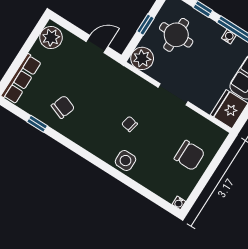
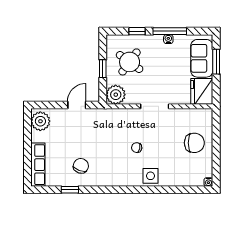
round table: (176, 35) -> (130, 62), turned 36

